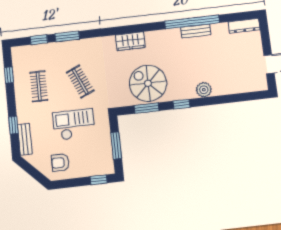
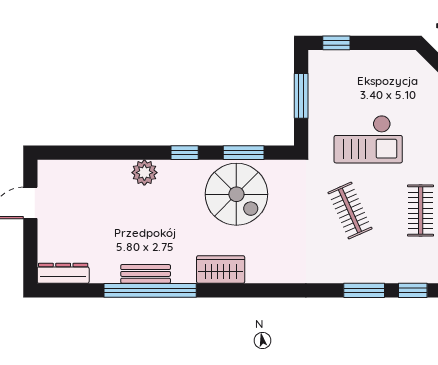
wardrobe: (130, 41) -> (221, 269), moved
armchair: (60, 163) -> (397, 78), removed

